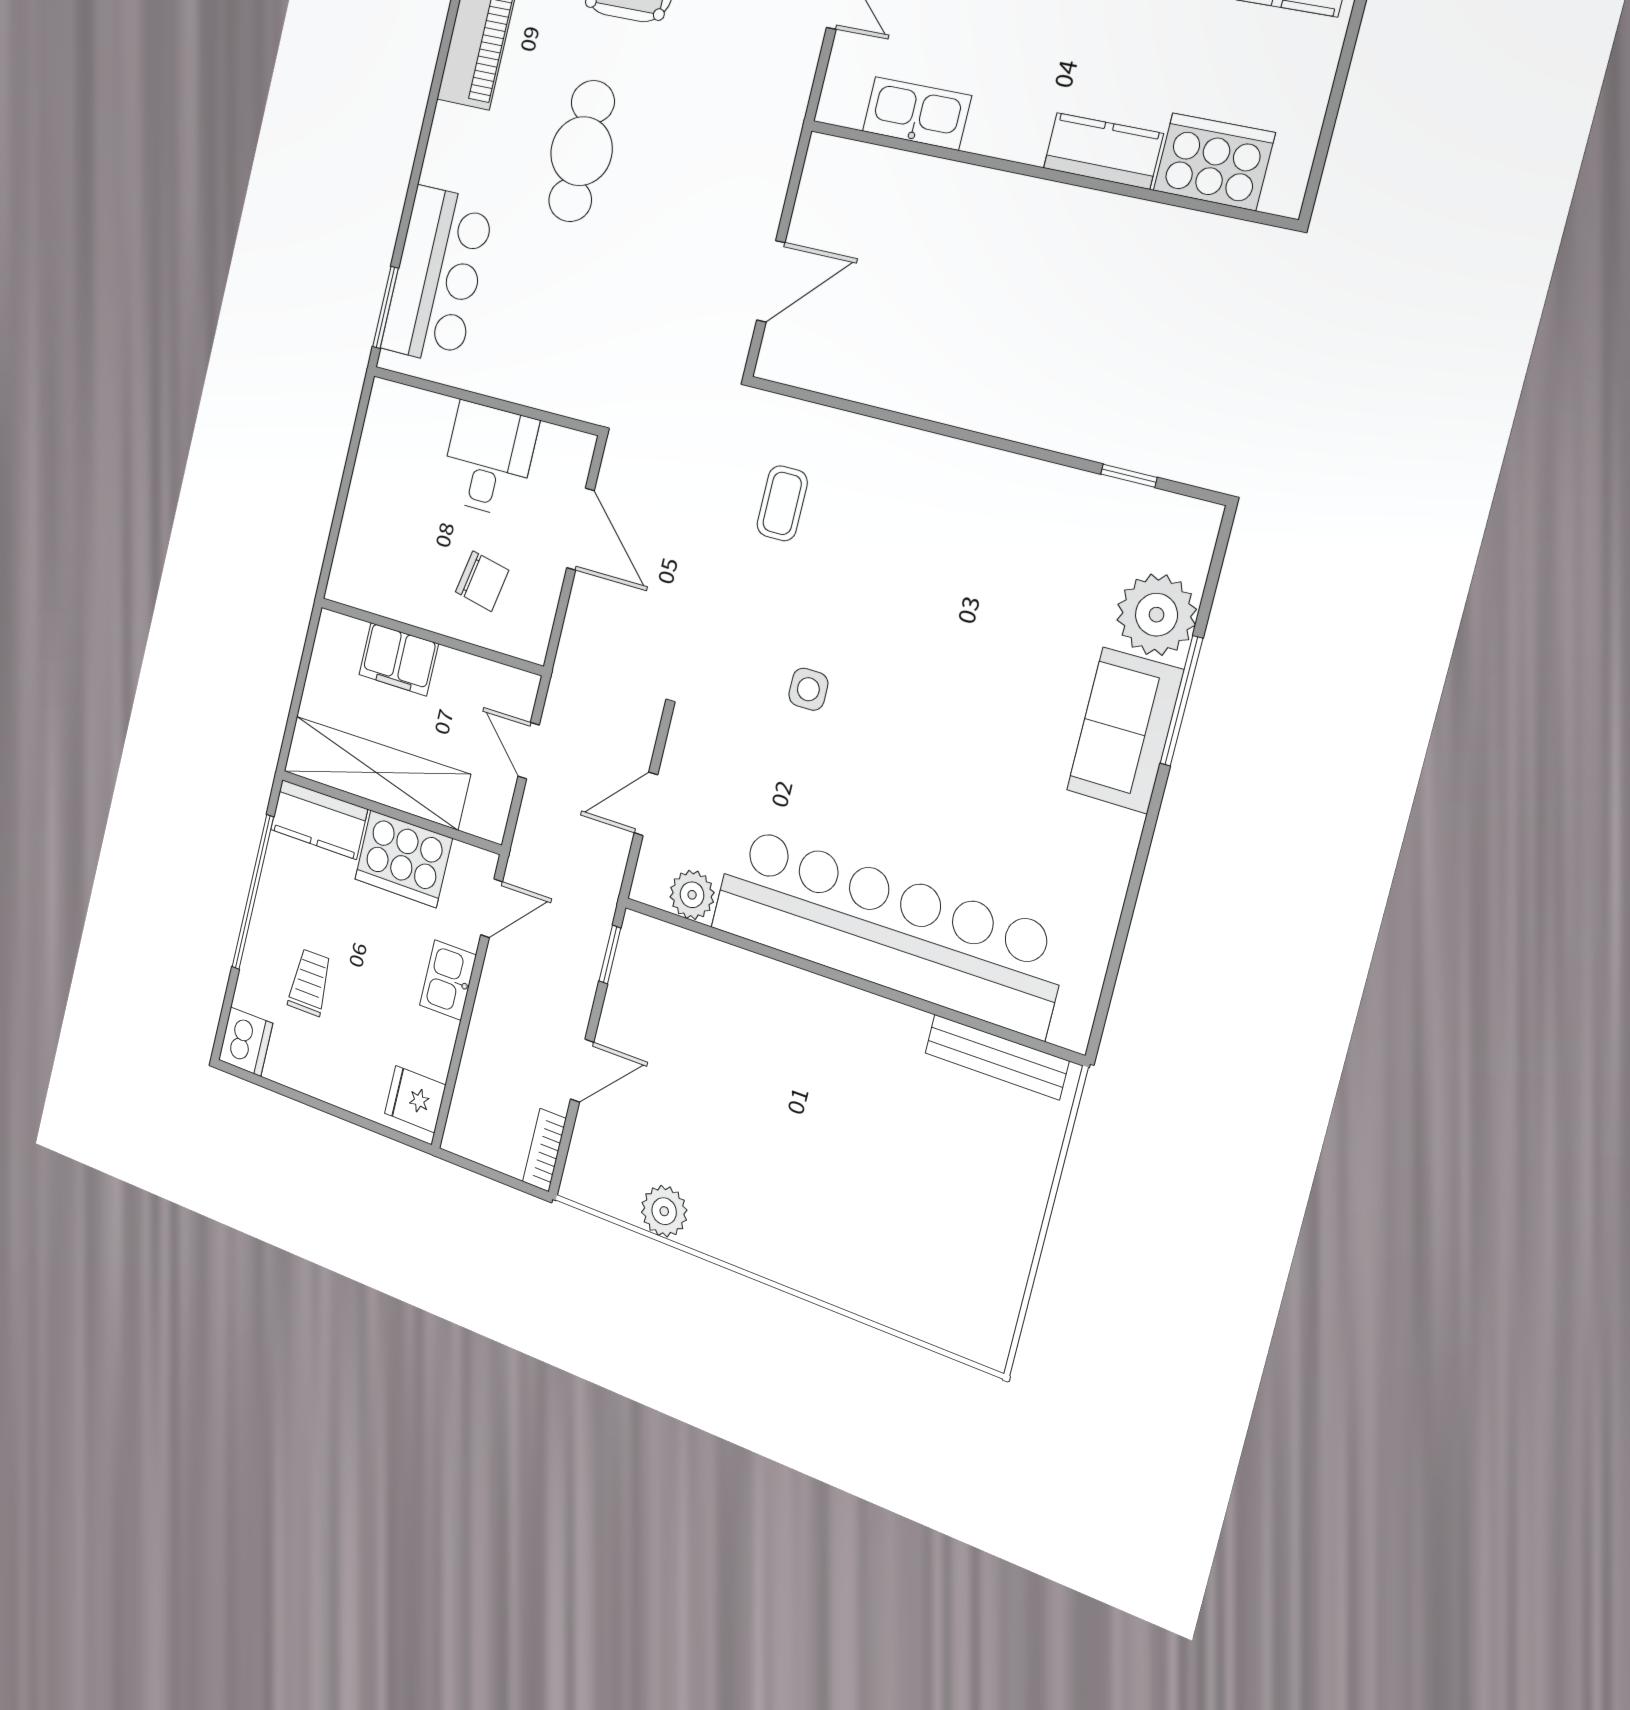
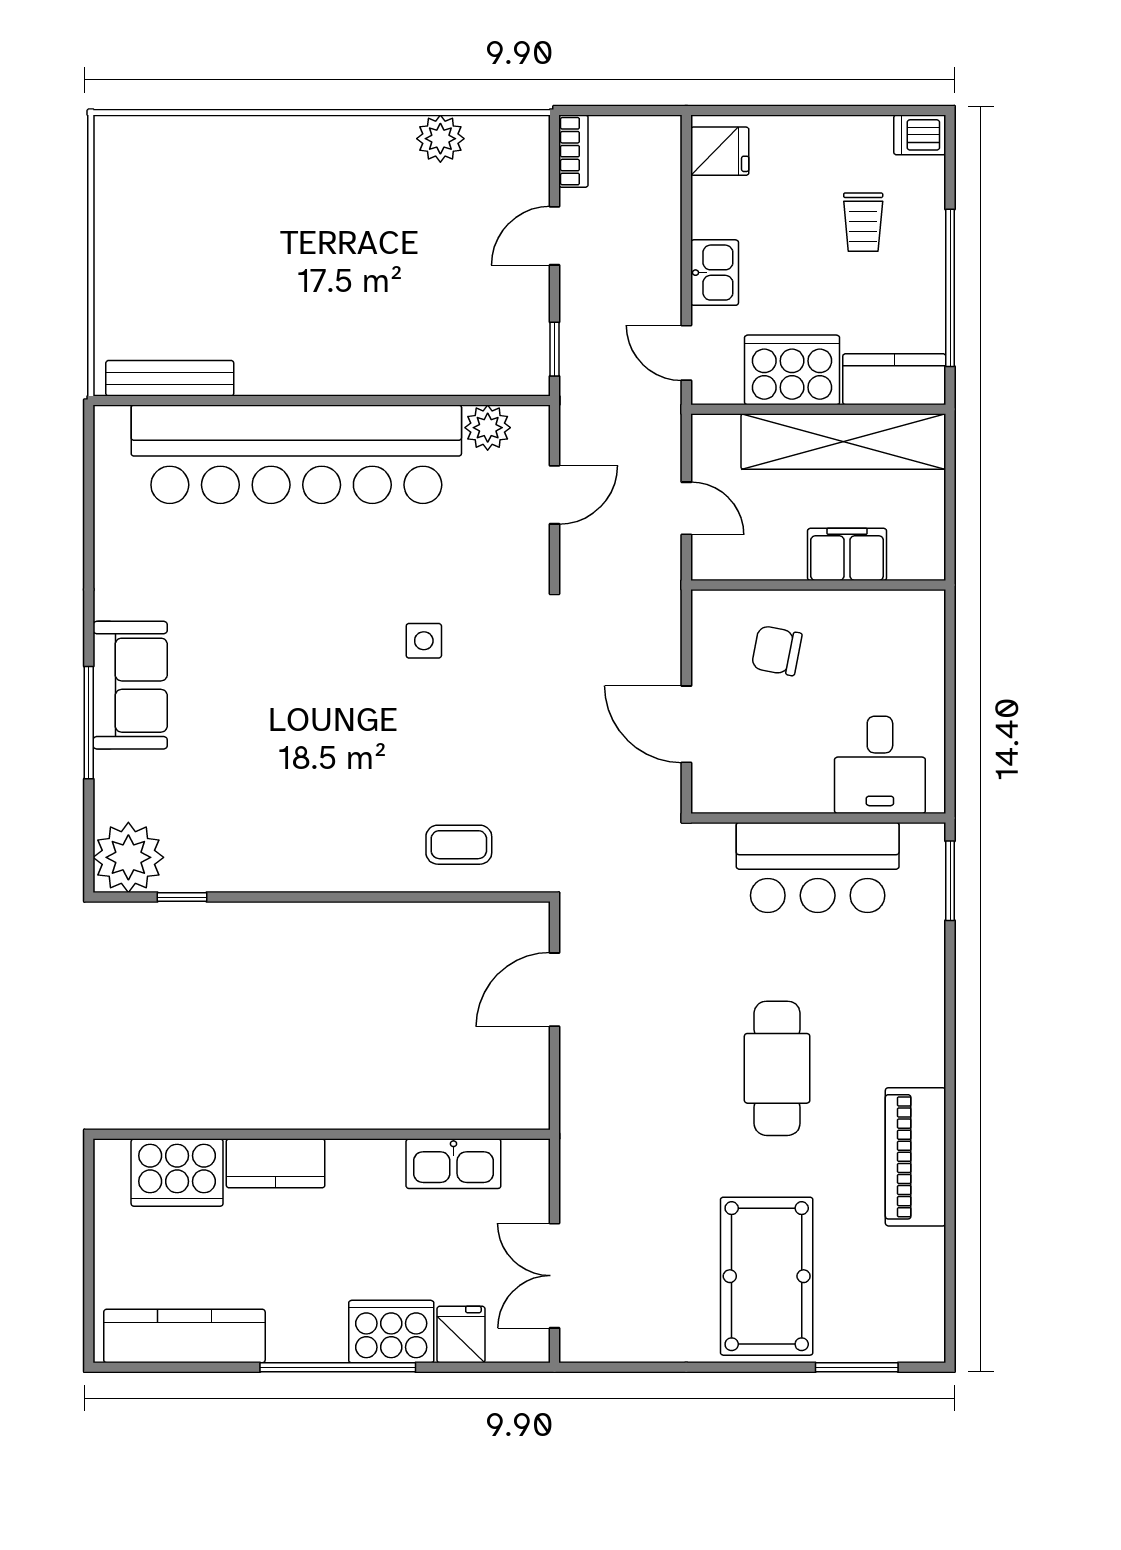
bar counter: (438, 276) -> (818, 867), moved, turned -90
desk: (489, 459) -> (880, 765), moved
coffee table: (782, 503) -> (459, 845), moved, turned 90
plant: (1156, 615) -> (128, 857), moved
door: (492, 908) -> (686, 353), hinge flipped
dishwasher: (246, 1042) -> (920, 135), width x0.73

